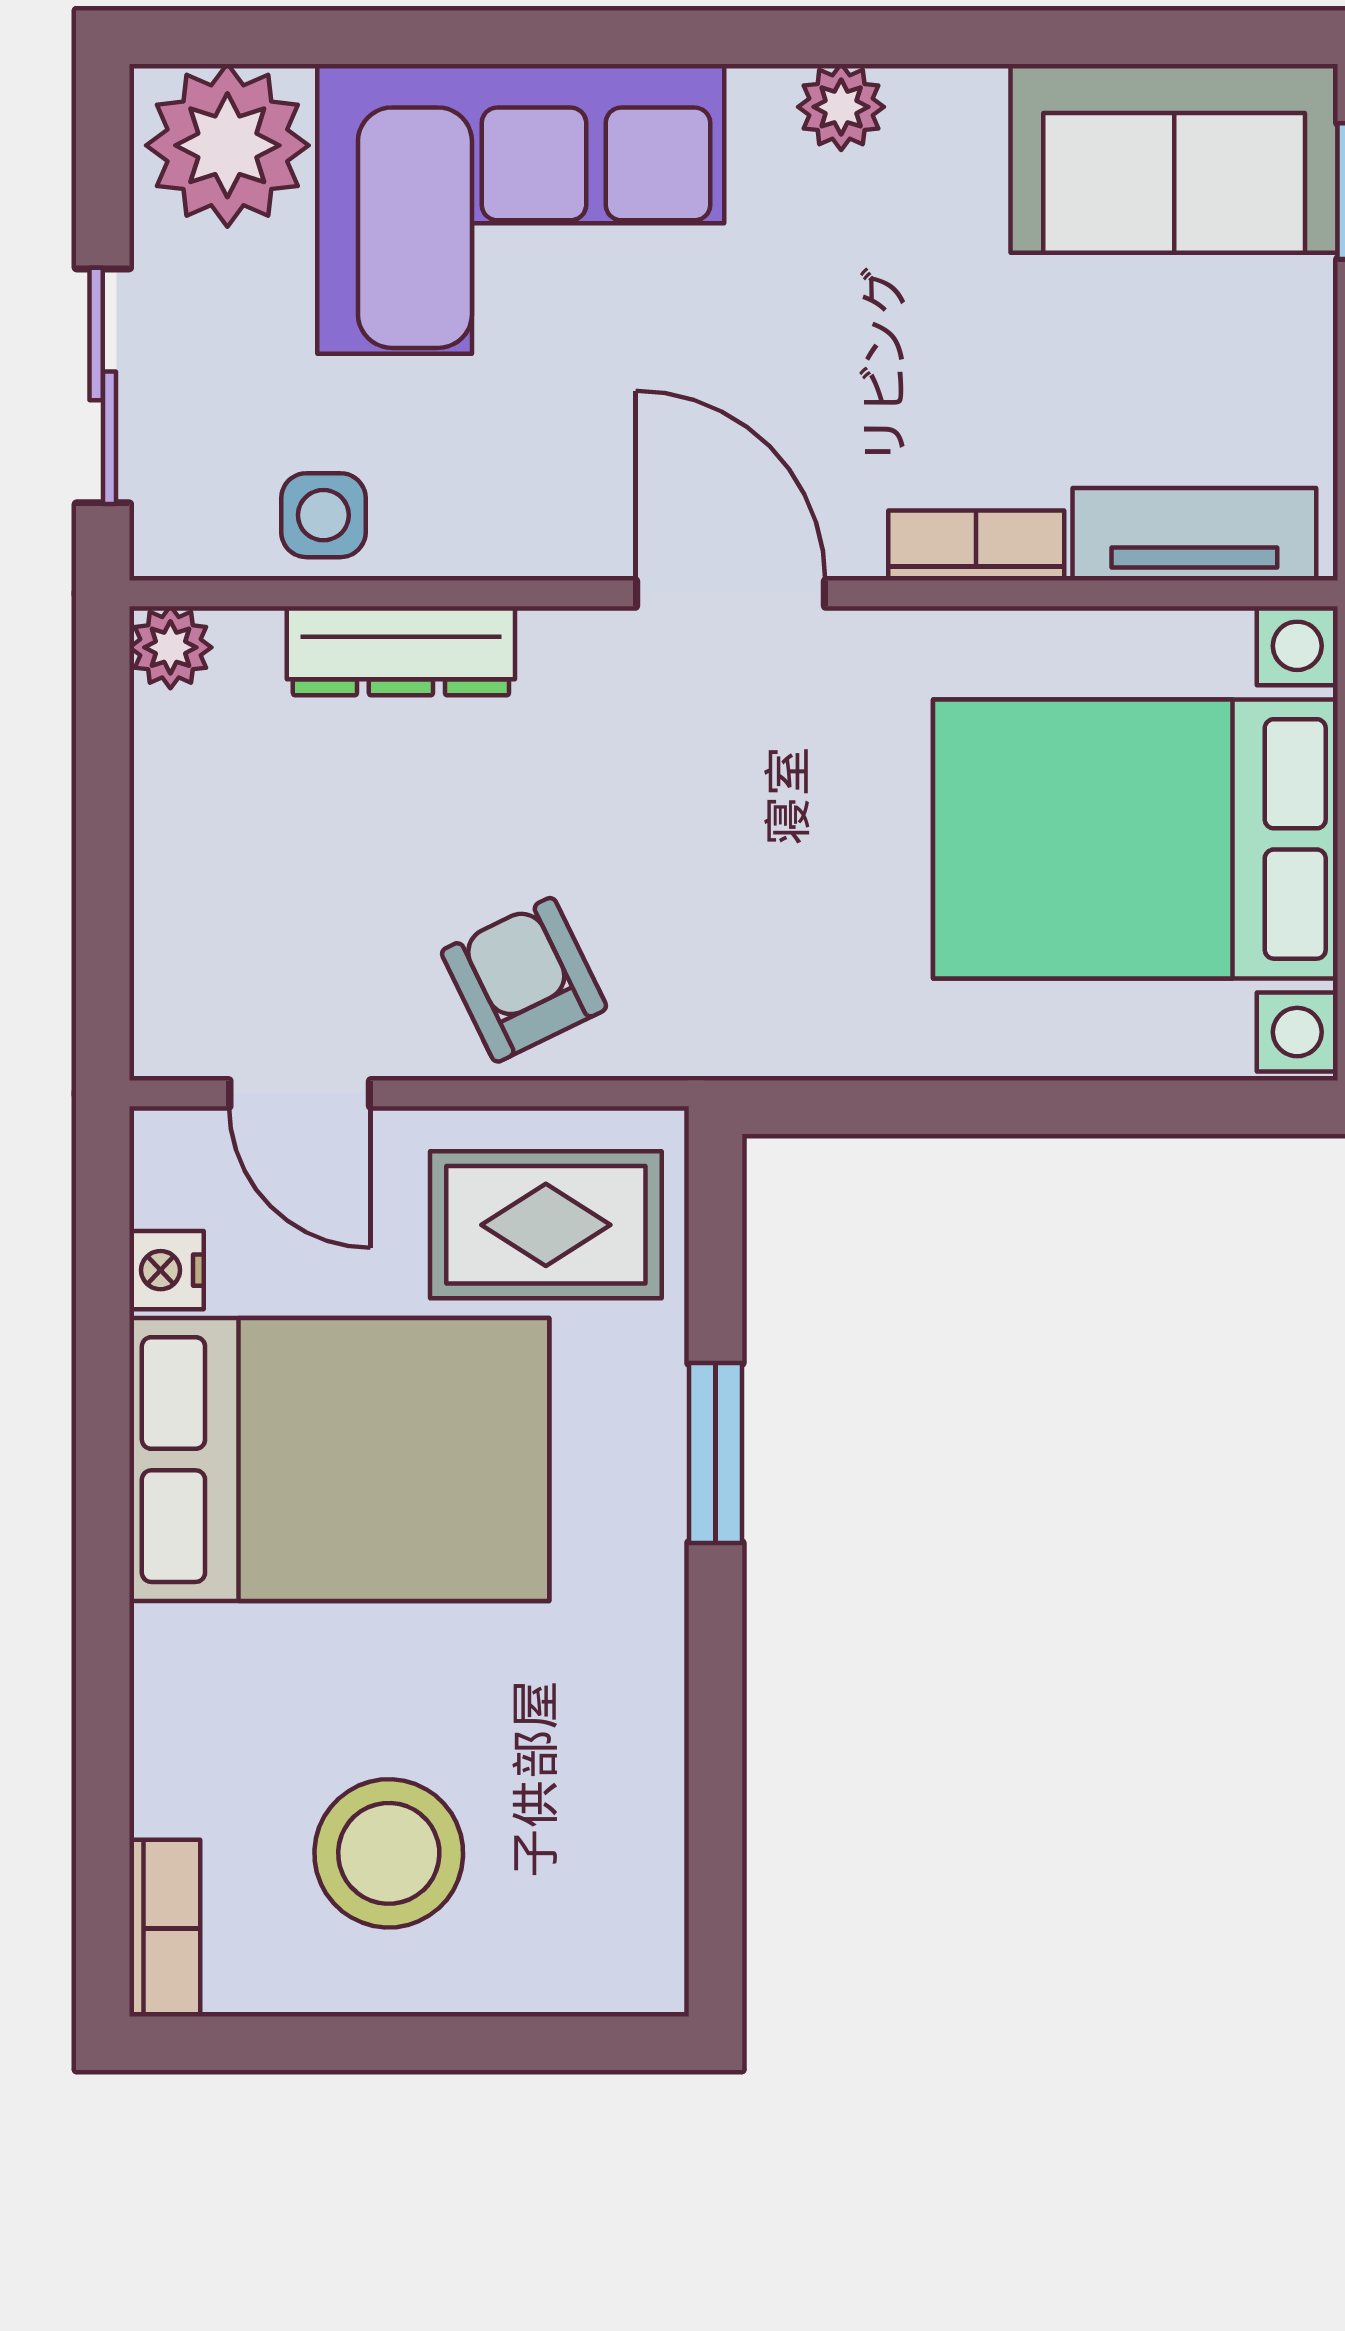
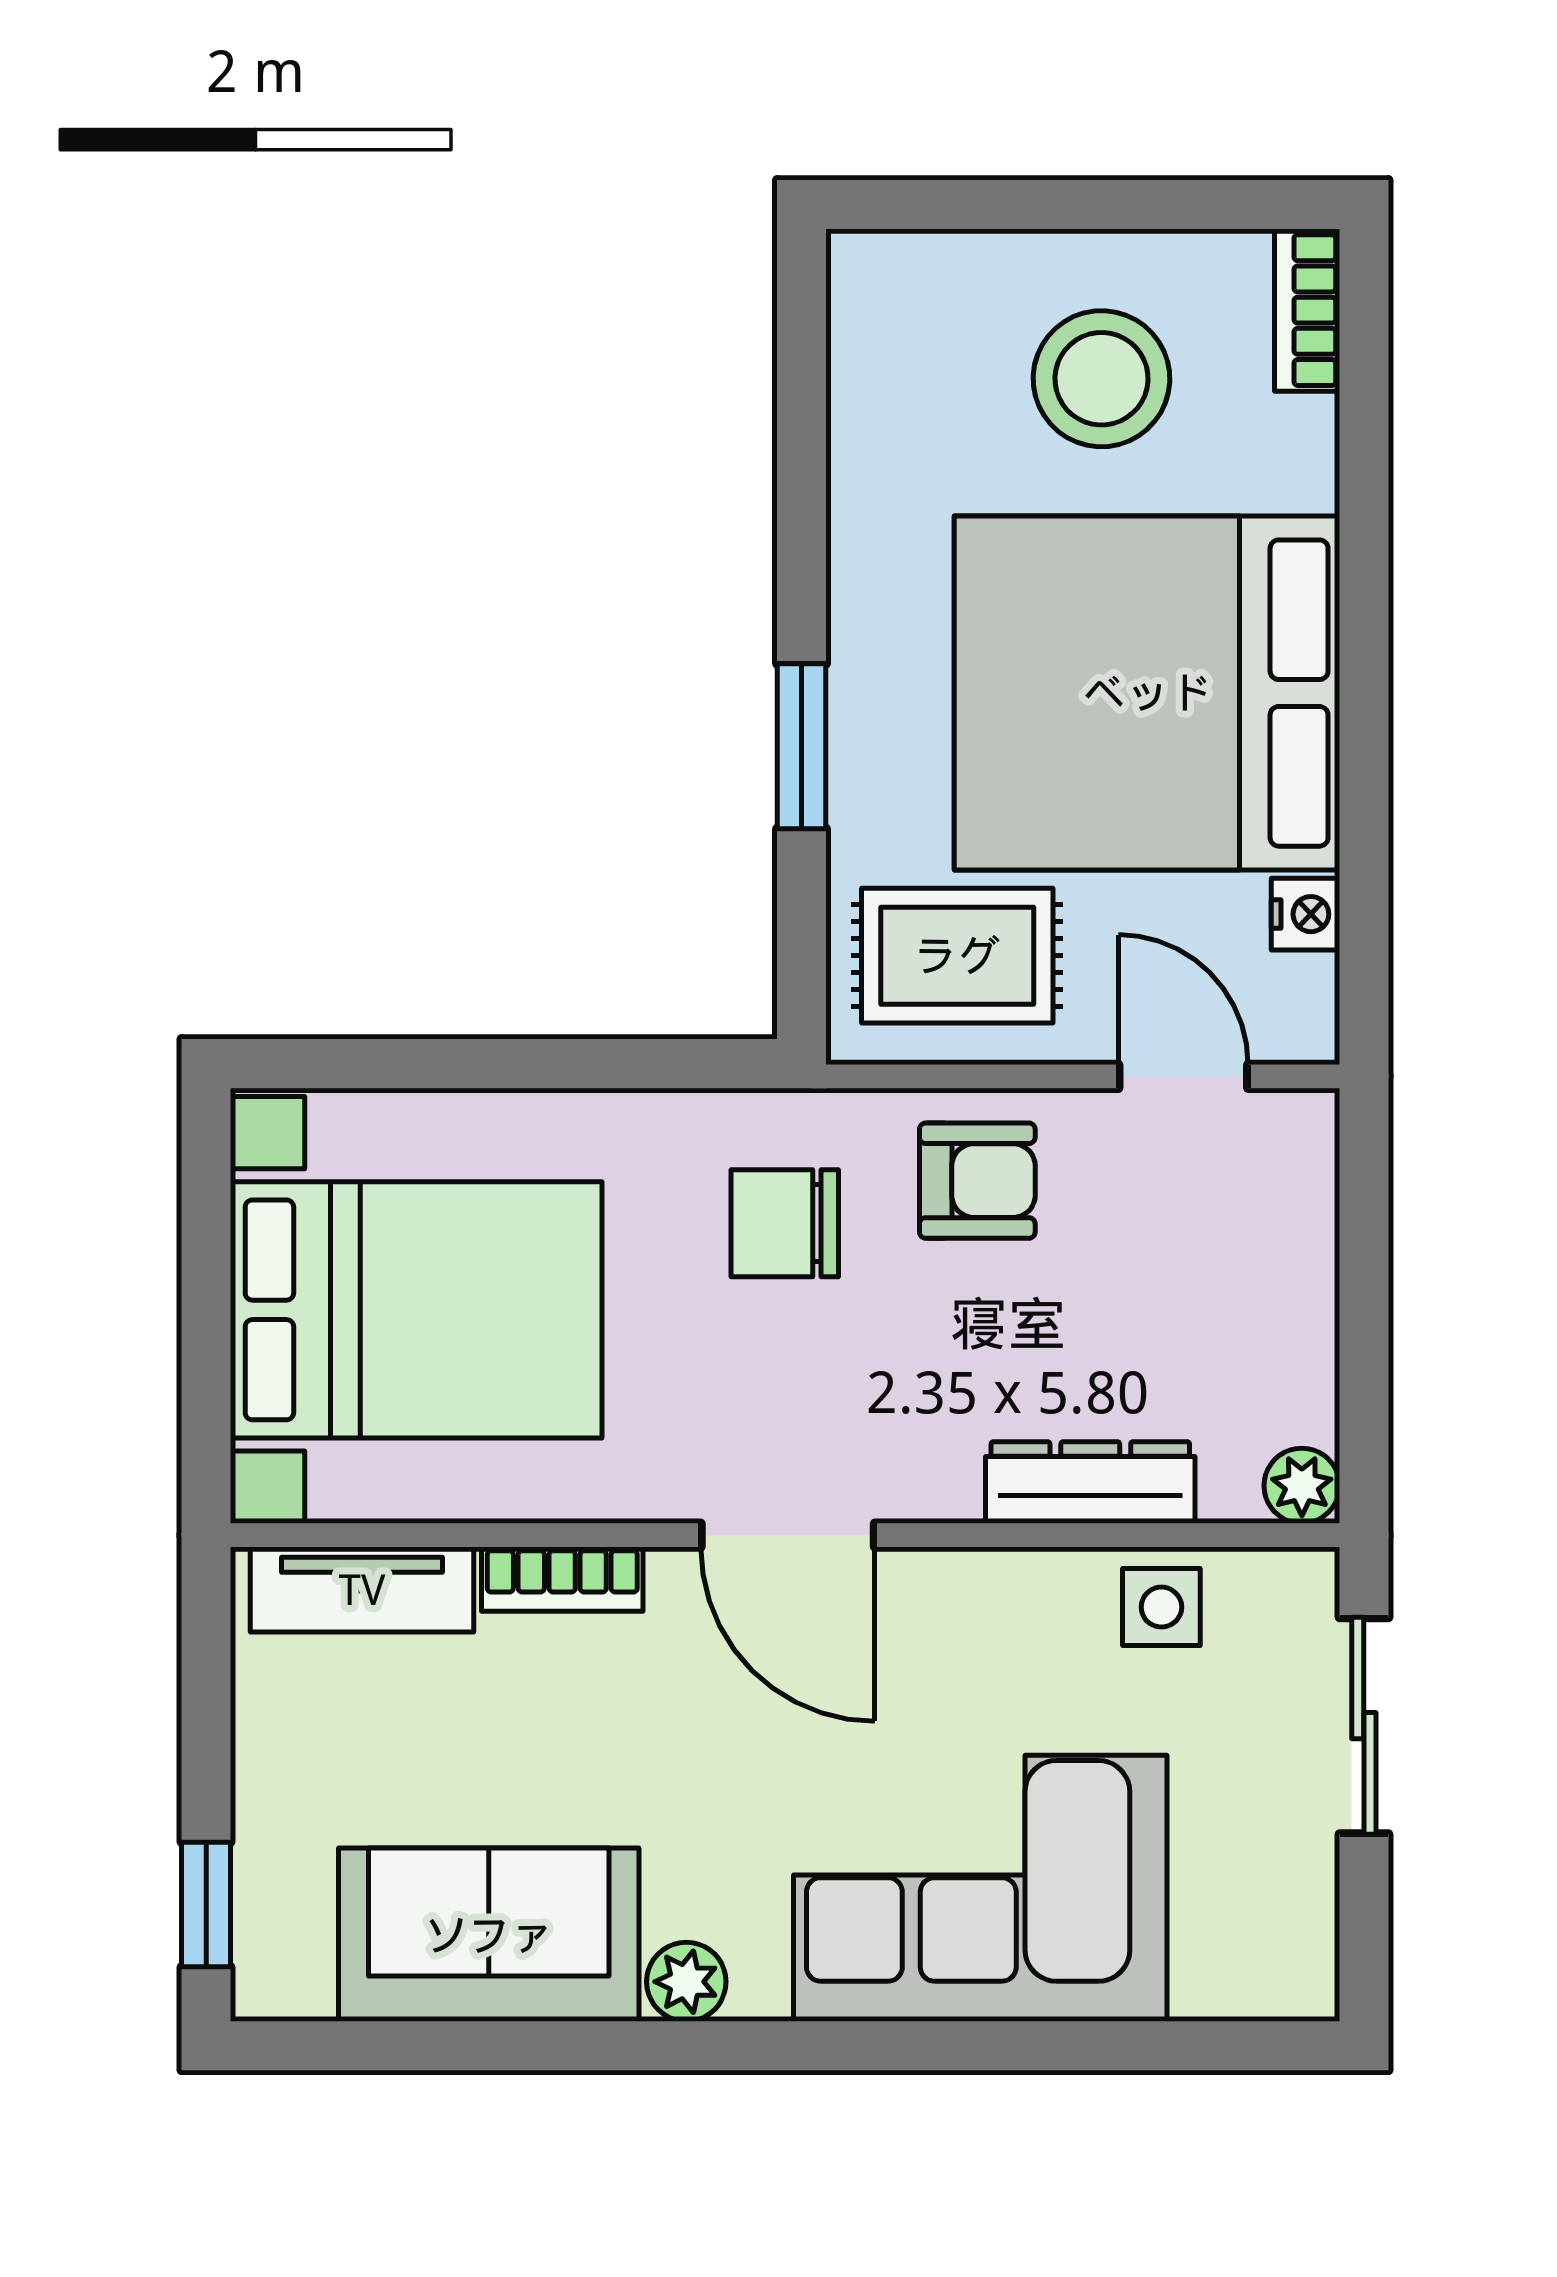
plant: (227, 145) -> (1250, 1947), removed
sofa: (1174, 158) -> (489, 1935), moved
chair: (734, 933) -> (785, 1223), added
armchair: (524, 980) -> (977, 1181), turned -64
bed: (339, 1460) -> (1147, 693), width x1.36

